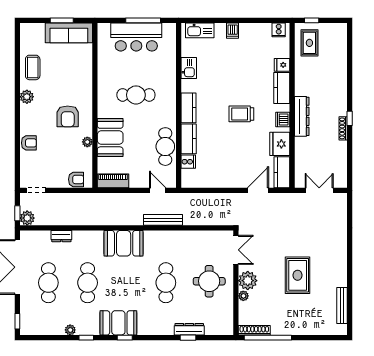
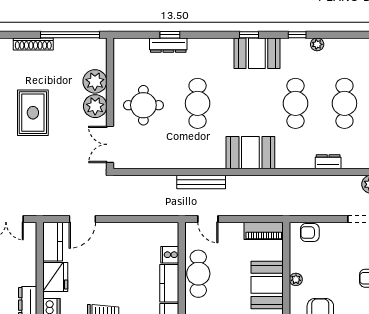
plant: (243, 296) -> (95, 81), width x1.88, depth x1.88
shoe rack: (254, 330) -> (33, 44), moved

